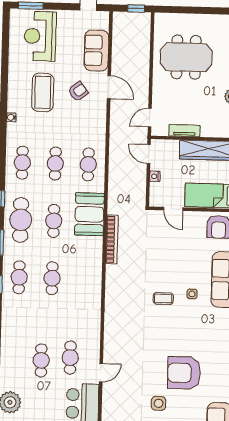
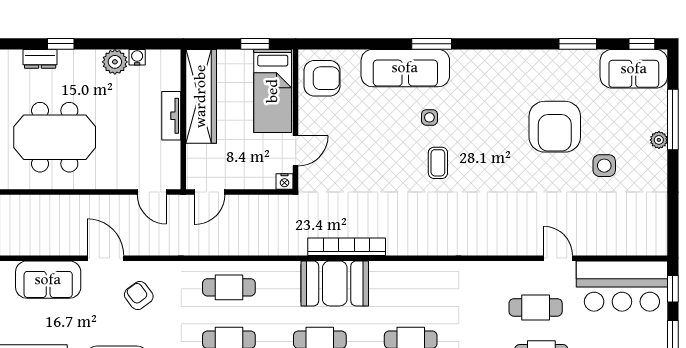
meeting table: (186, 57) -> (55, 137), turned 90
door: (109, 87) -> (105, 258), hinge flipped
armchair: (78, 92) -> (139, 296), moved
tv unit: (184, 131) -> (171, 116), moved
nightstand: (155, 176) -> (285, 181), moved
booth: (89, 214) -> (335, 283), moved

